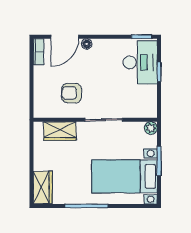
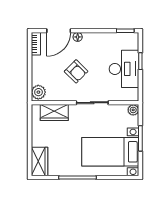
desk: (140, 62) -> (124, 69), moved
armchair: (72, 93) -> (76, 71), moved, turned -135
plant: (42, 108) -> (38, 92), added

